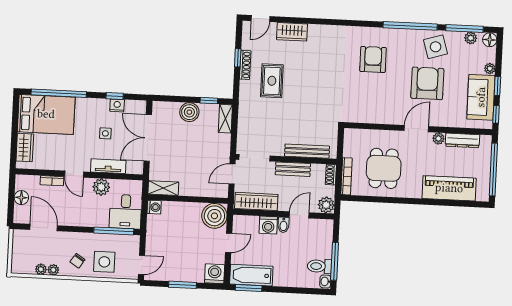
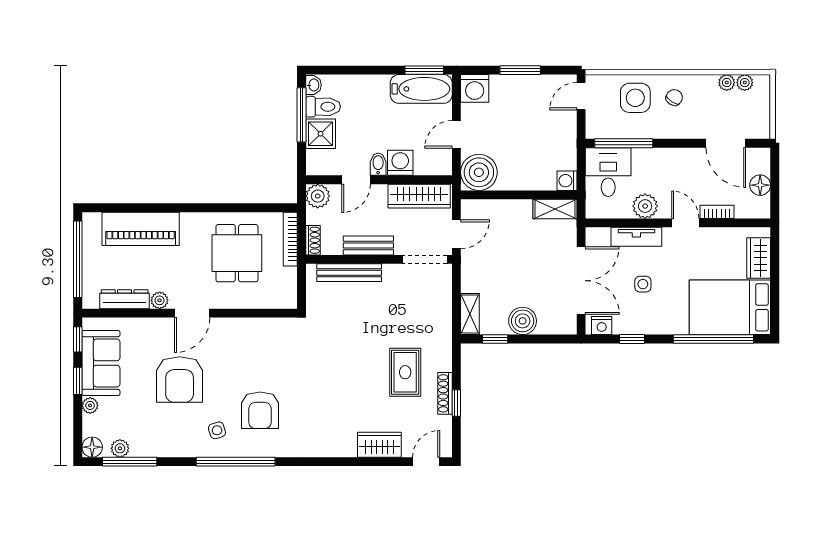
window: (410, 26) -> (236, 462), moved
side table: (436, 47) -> (217, 430), moved, width x0.54, depth x0.54
nightstand: (117, 105) -> (602, 325), moved
shower: (322, 248) -> (321, 134), added
plant: (53, 270) -> (745, 83), moved

